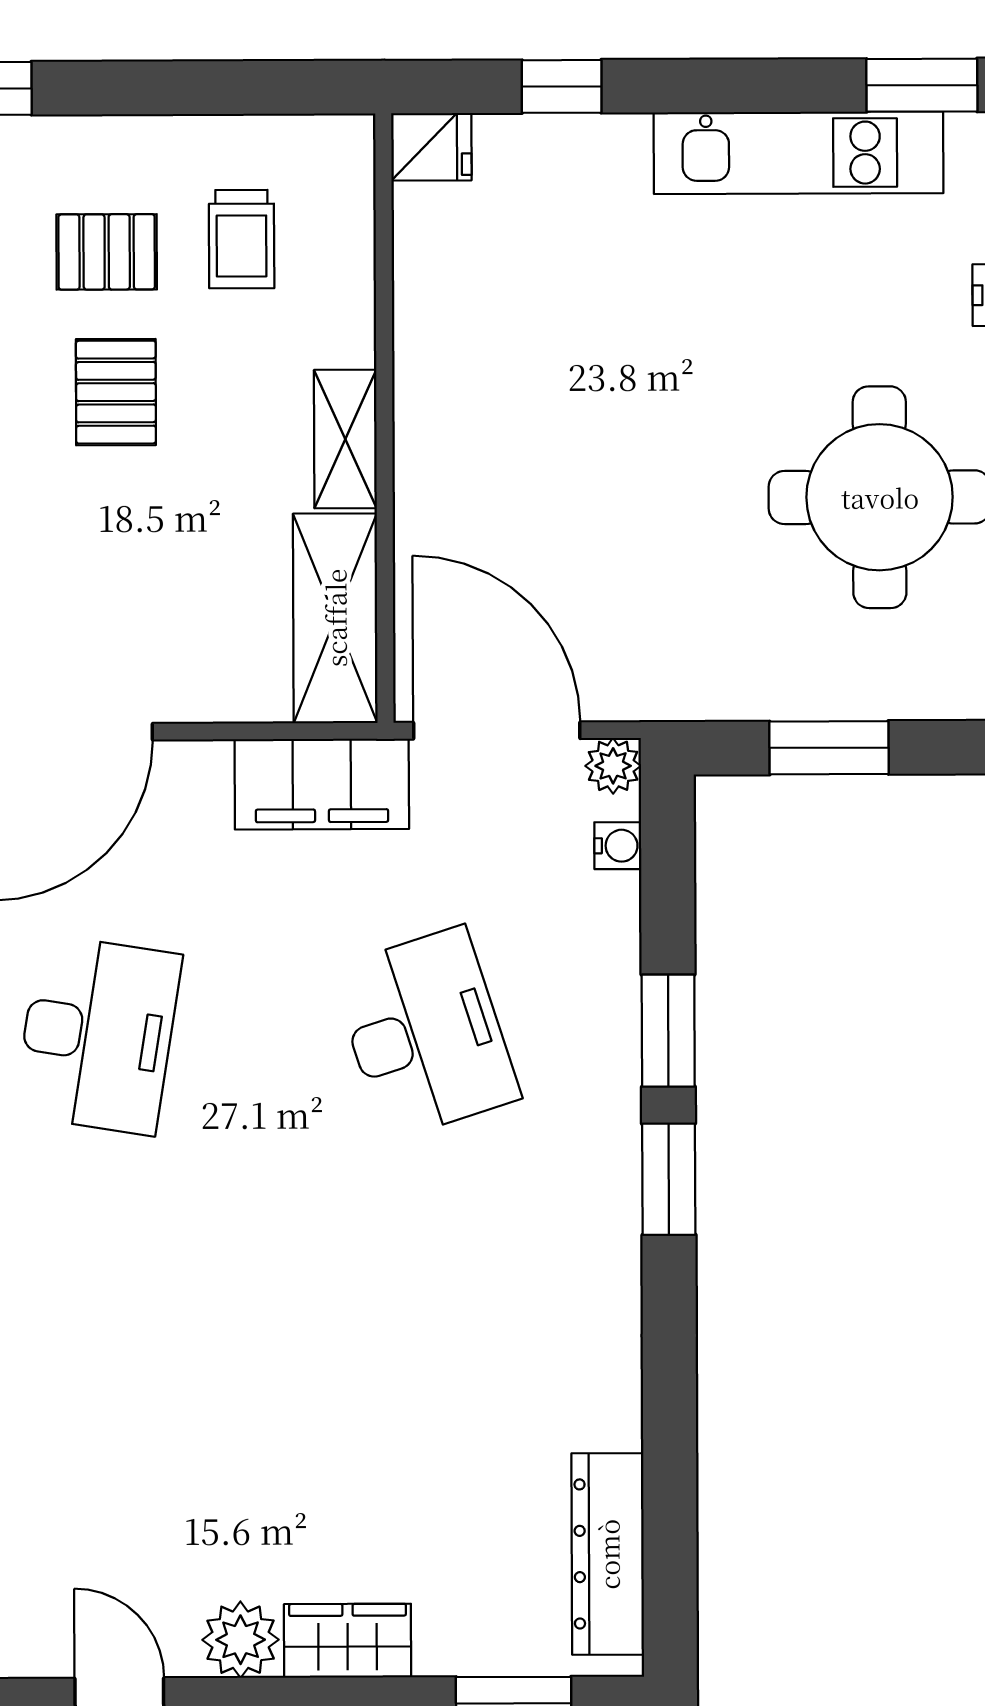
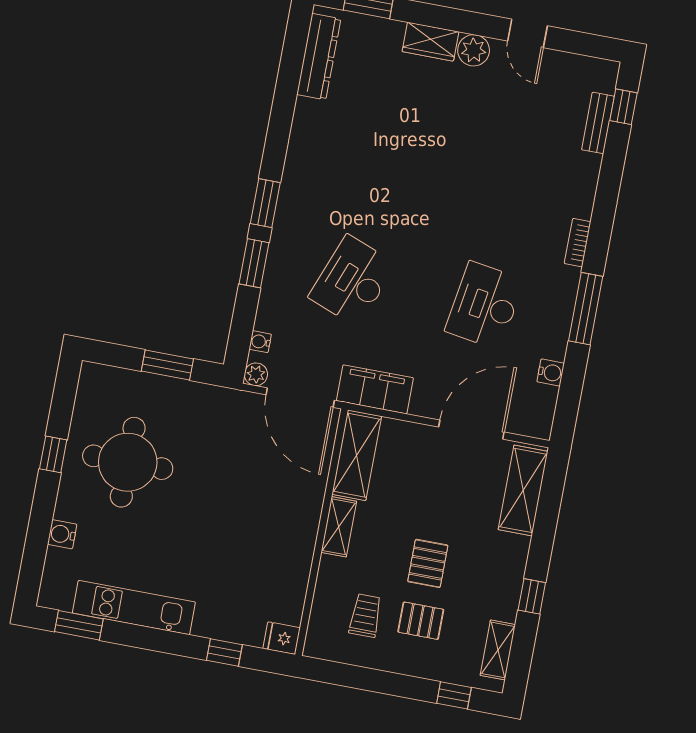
desk: (425, 1034) -> (352, 281), turned 39

